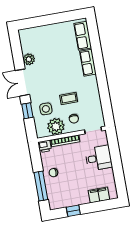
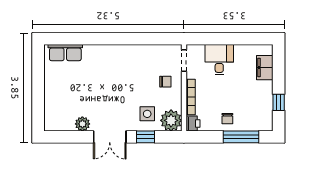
row of seats: (88, 63) -> (100, 52), removed
coffee table: (69, 98) -> (139, 83), removed
plant: (56, 127) -> (171, 120), moved

